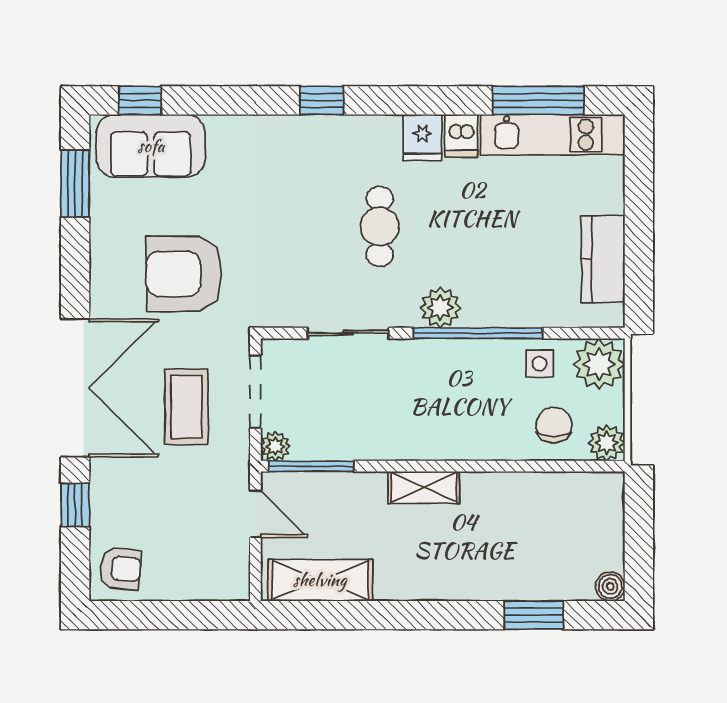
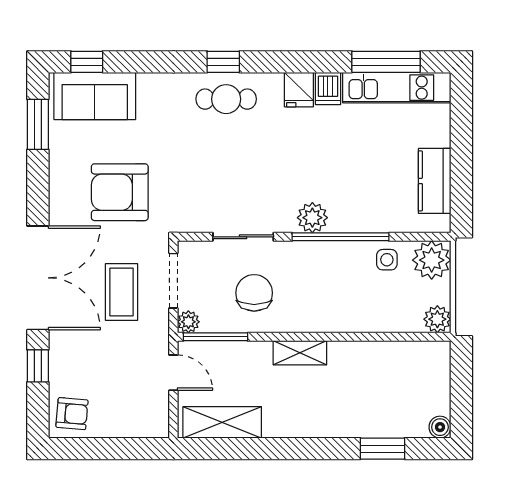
cafe table: (380, 226) -> (226, 99), moved, turned 90
chair: (554, 425) -> (254, 293), moved, width x1.37, depth x1.37

